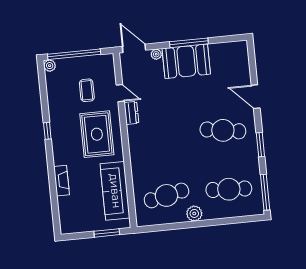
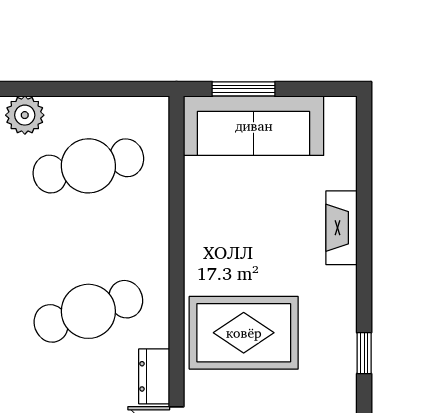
rug: (97, 134) -> (244, 333), turned 90
cafe table: (161, 137) -> (88, 311), added
sofa: (115, 191) -> (254, 126), moved, turned 90

